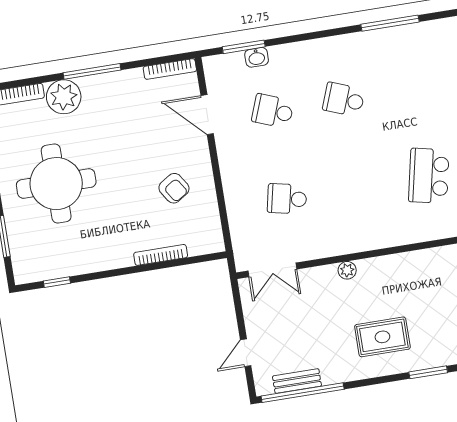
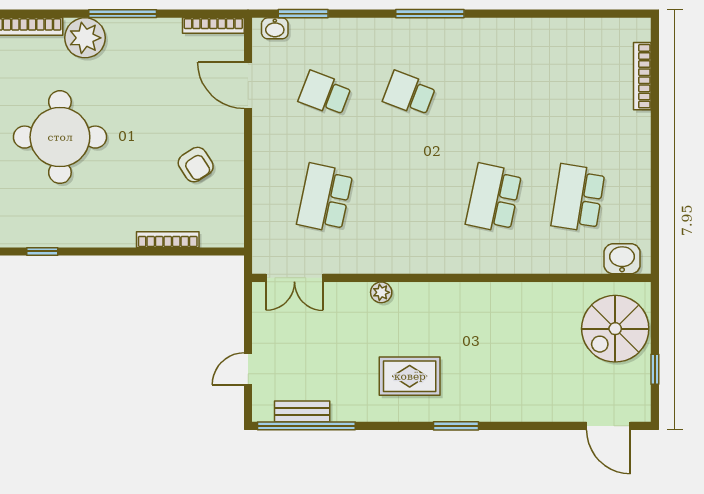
window: (390, 23) -> (430, 14), moved
washbasin: (257, 57) -> (275, 28), moved
school desk: (287, 199) -> (325, 198), width x1.85

